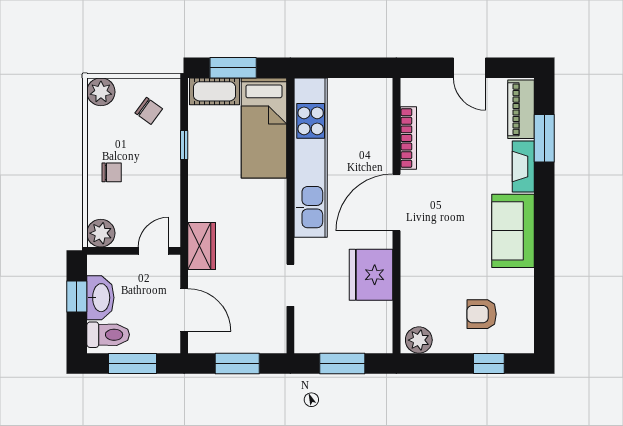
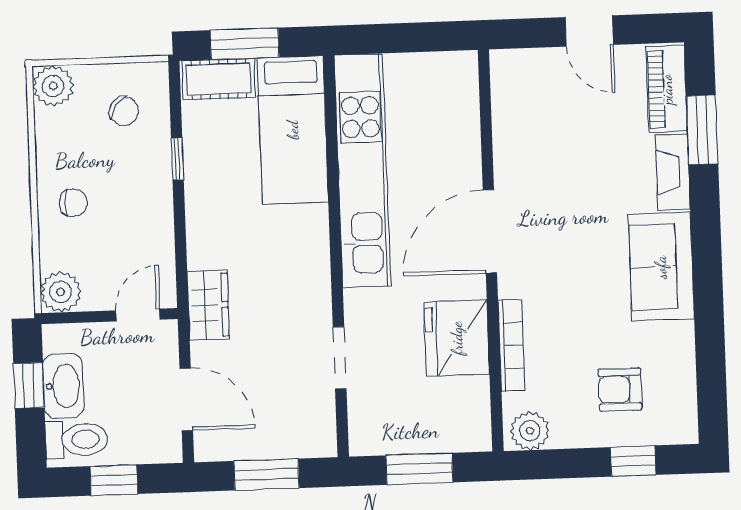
bookcase: (408, 138) -> (511, 345), moved
window: (133, 363) -> (114, 480), width x0.67

